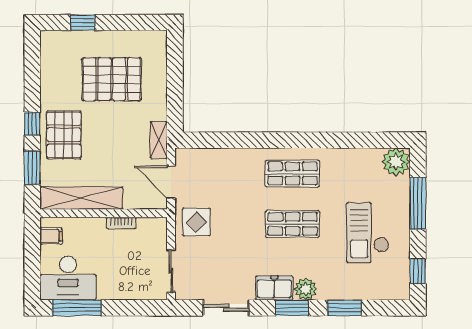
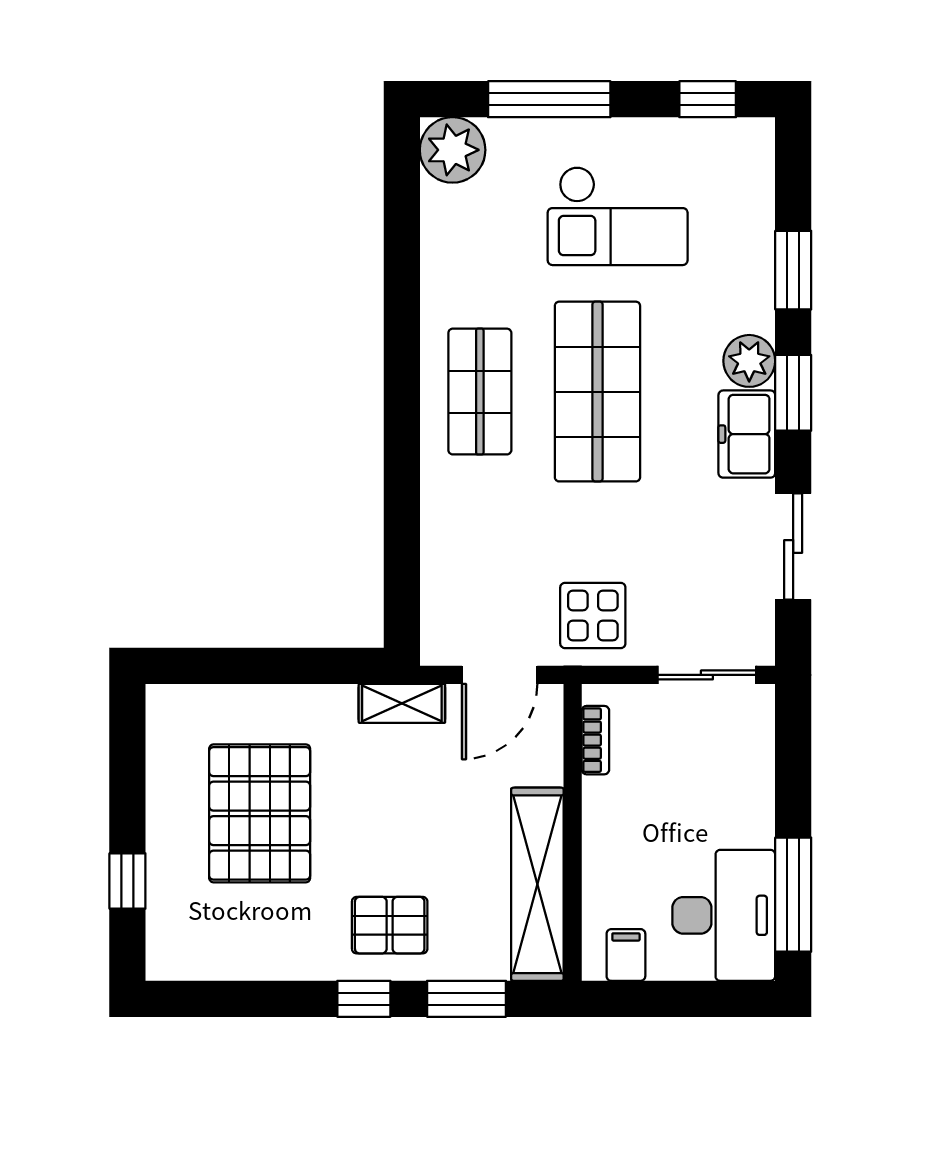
pallet: (64, 135) -> (390, 925), width x0.67, depth x0.71
bookcase: (121, 223) -> (595, 740), moved
shop shelf: (292, 224) -> (597, 392), width x1.43, depth x1.36

